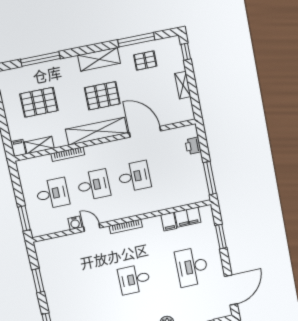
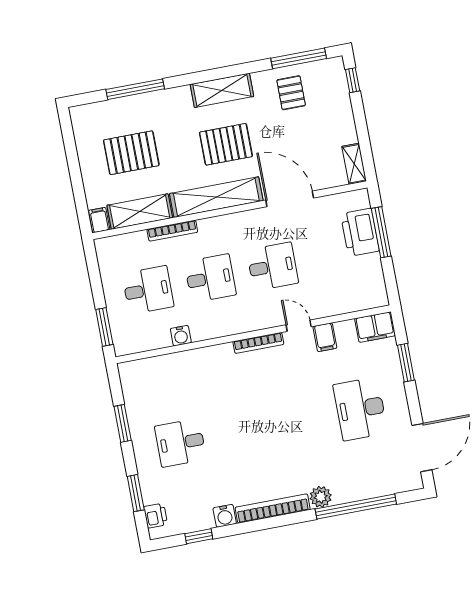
window: (136, 40) -> (299, 58), moved
pallet: (145, 61) -> (291, 93), turned 90
shelving: (183, 85) -> (354, 164), moved
shelving: (39, 145) -> (140, 212), width x1.50, depth x1.33
printer: (193, 146) -> (360, 232), width x1.87, depth x1.48
window: (210, 178) -> (381, 232), moved
filing cabinet: (188, 217) -> (375, 327), moved
door: (92, 227) -> (299, 326), moved
desk: (134, 279) -> (180, 443), moved

